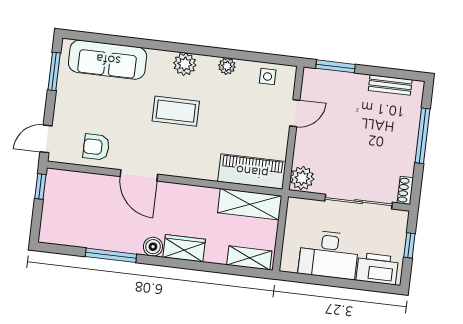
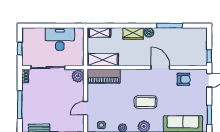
printer: (377, 269) -> (35, 35), removed

